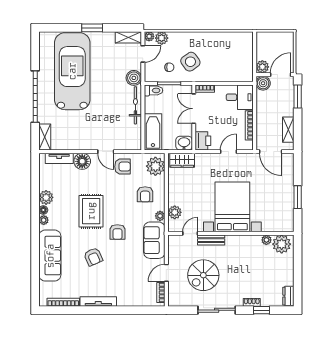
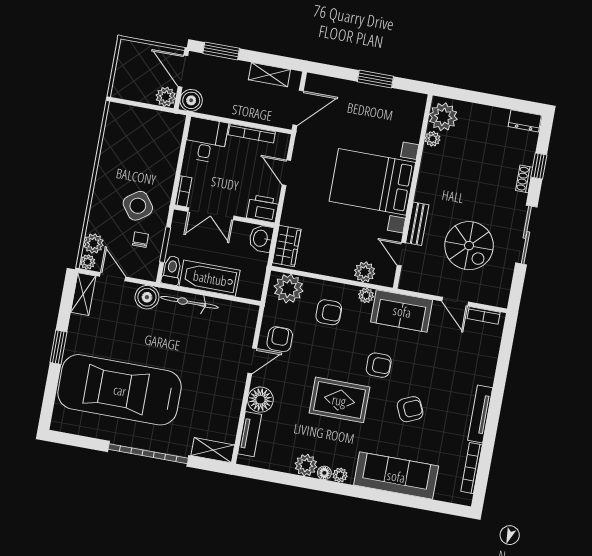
bathtub: (153, 132) -> (210, 278), moved

